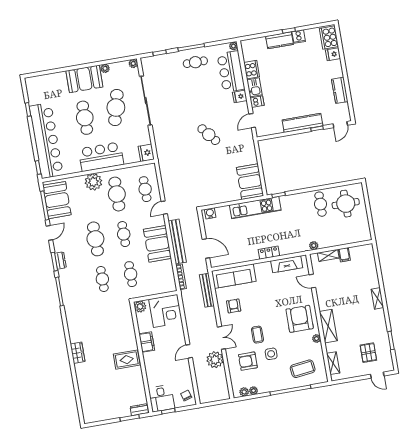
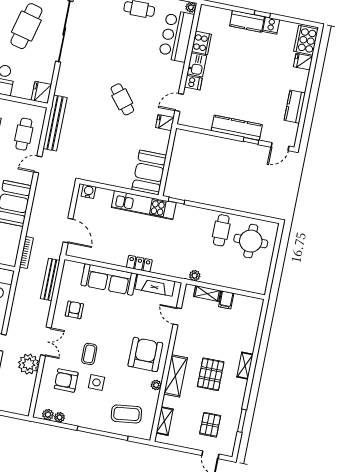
fridge: (240, 96) -> (165, 123), moved
bench: (177, 242) -> (55, 123), moved
sofa: (234, 276) -> (109, 279), moved
pallet: (354, 315) -> (211, 374), added

